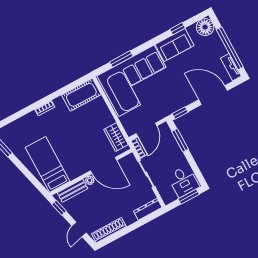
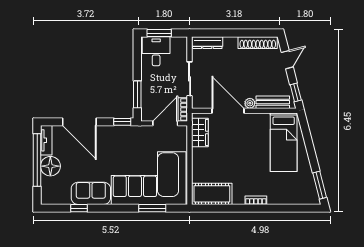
floor lamp: (205, 27) -> (50, 166), moved

